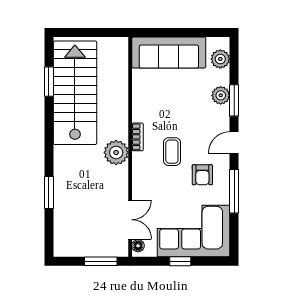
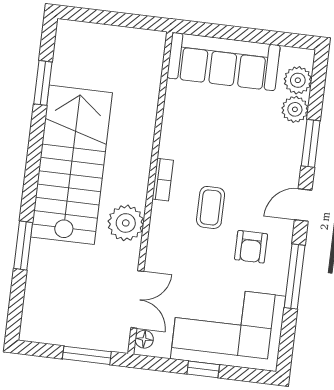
stairs: (75, 93) -> (72, 165), moved
plant: (221, 95) -> (295, 109), moved
plant: (116, 152) -> (126, 223), moved

